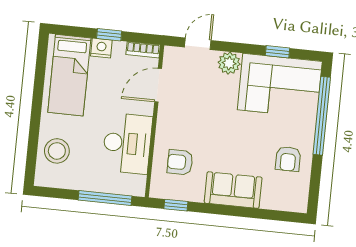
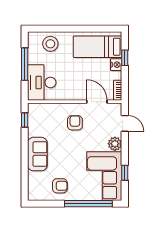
window: (109, 35) -> (125, 58), moved
desk: (127, 143) -> (42, 83), moved, turned 90
armchair: (288, 159) -> (60, 186), turned 180
armchair: (180, 162) -> (75, 123), moved
window: (105, 198) -> (25, 64), moved

